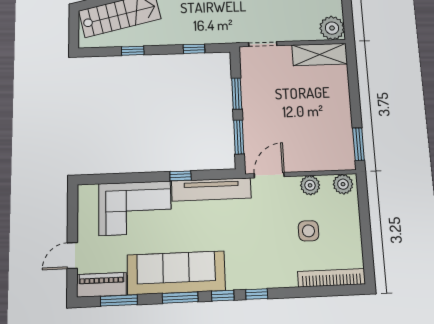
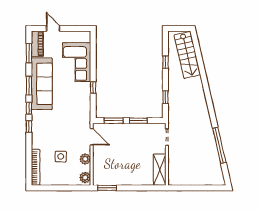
plant: (332, 28) -> (175, 178), removed
tv unit: (211, 189) -> (85, 104), removed

